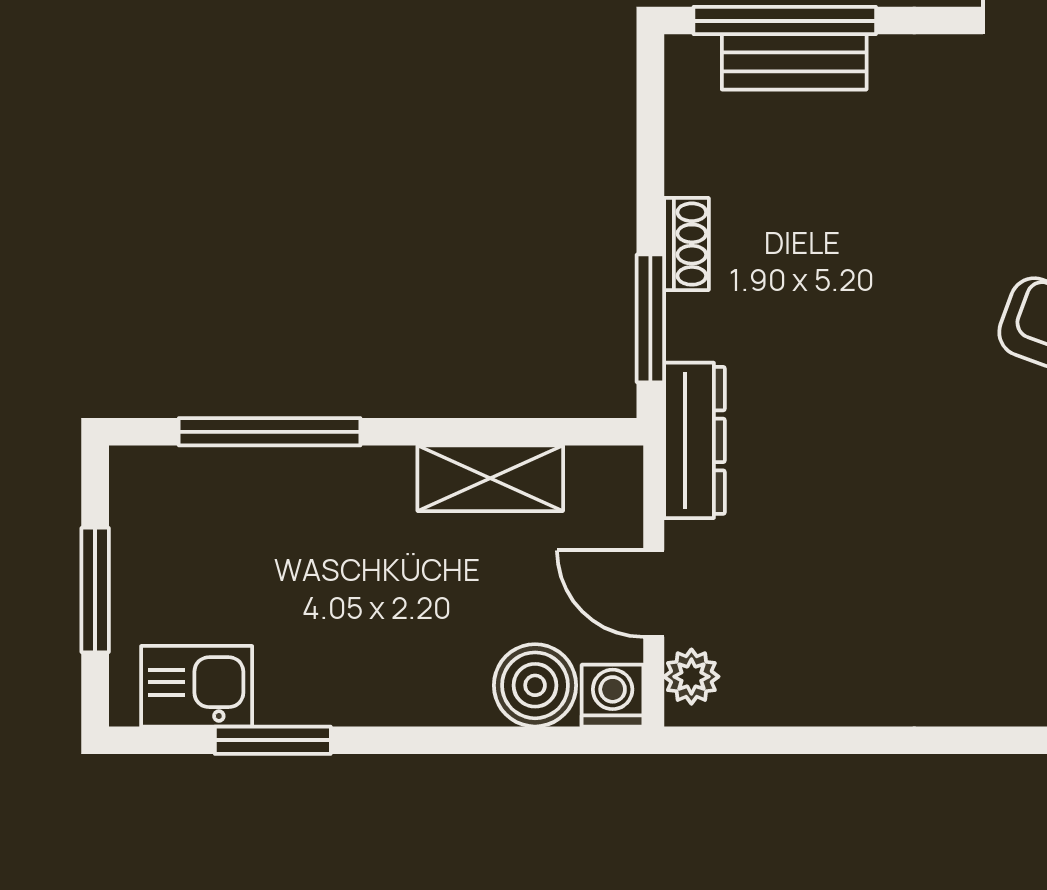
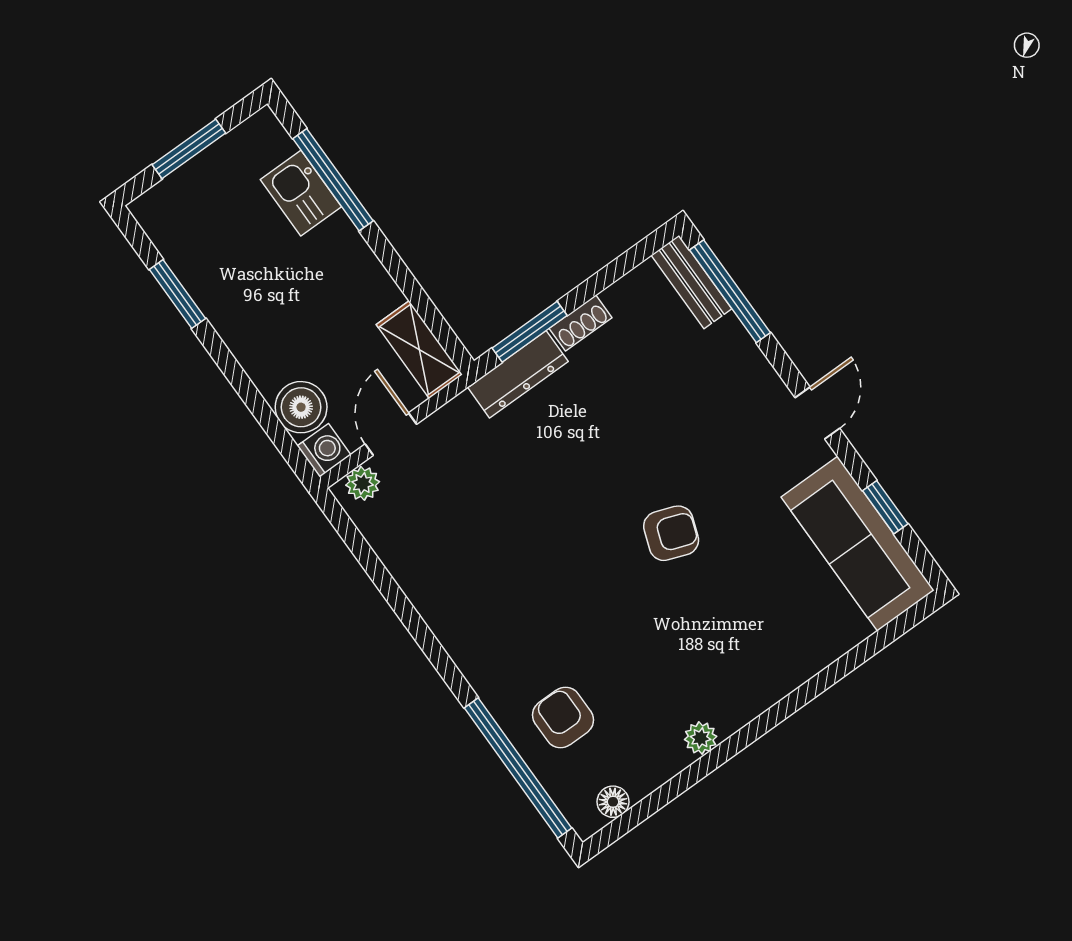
bench: (794, 62) -> (691, 282), moved
dresser: (694, 440) -> (518, 374), moved
shelving: (490, 478) -> (419, 350), moved
kitchen sink: (197, 686) -> (301, 193), moved, turned 180

